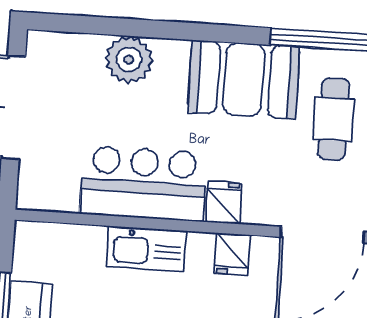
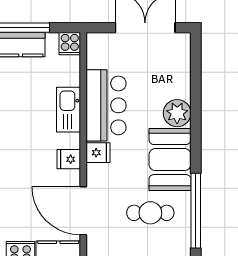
plant: (129, 60) -> (177, 113), moved
cooker: (33, 239) -> (70, 44), added

